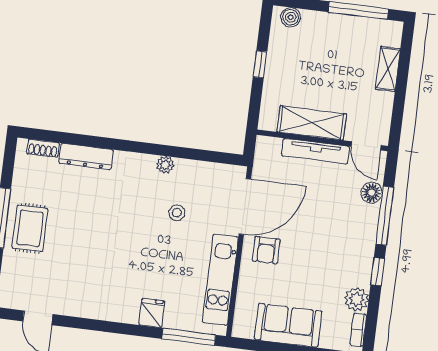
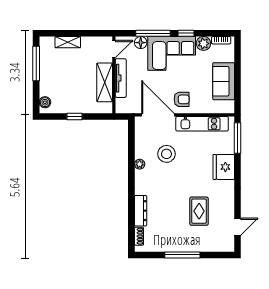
stool: (177, 213) -> (166, 154), width x1.89, depth x1.89
rug: (30, 228) -> (199, 211), moved, turned 90
corner sofa: (347, 243) -> (172, 53), added
fridge: (152, 313) -> (224, 167), width x1.88, depth x1.34

